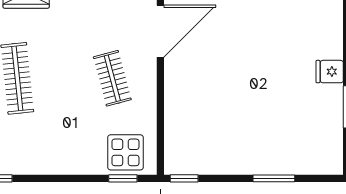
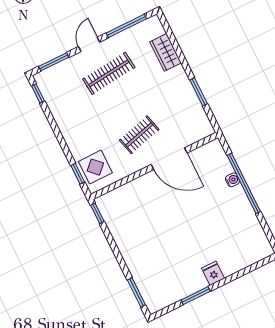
door: (160, 31) -> (169, 159), moved
window: (274, 178) -> (136, 292), moved

